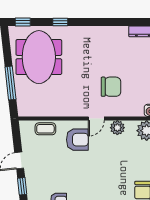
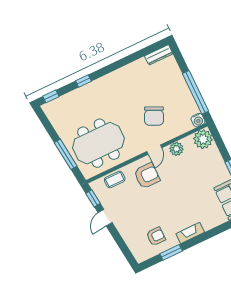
meeting table: (39, 57) -> (98, 143), moved, turned 90
chair: (111, 87) -> (154, 116), turned 115
window: (22, 186) -> (93, 198), moved

